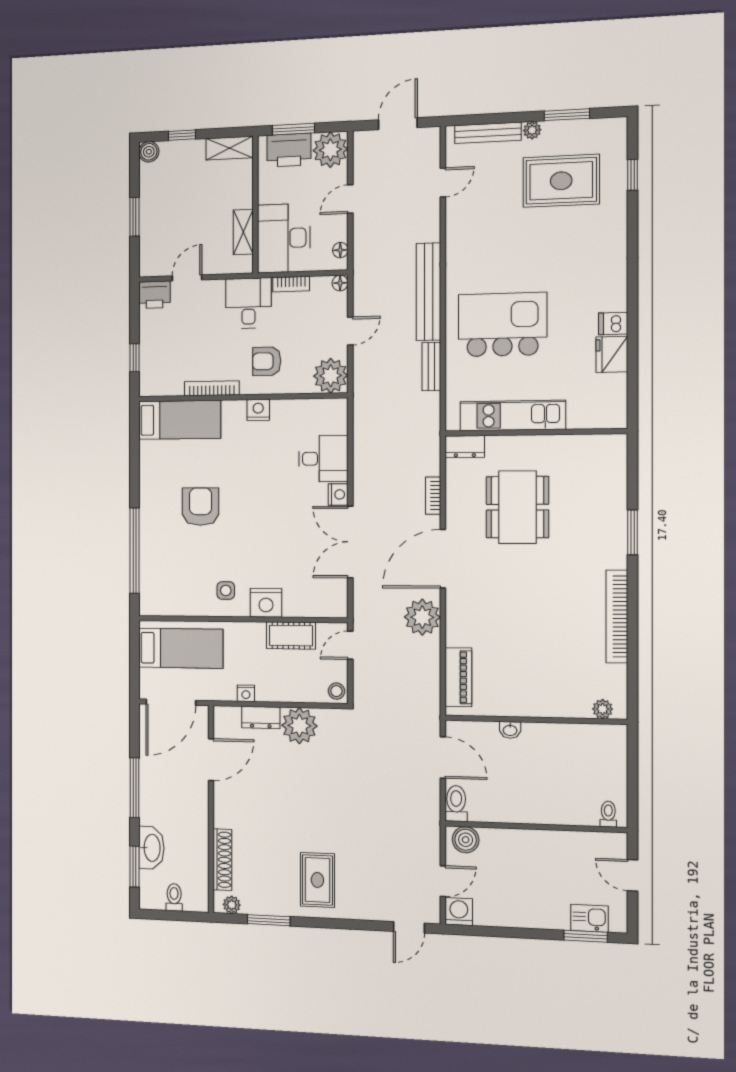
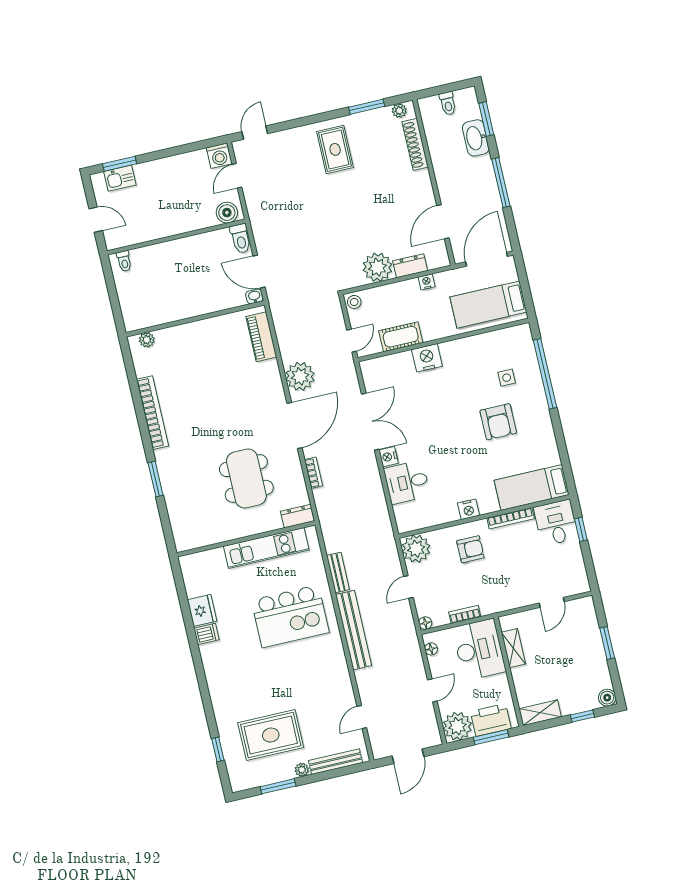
printer: (154, 295) -> (576, 584), removed
desk: (249, 303) -> (556, 523), moved, turned 180
side table: (226, 590) -> (507, 378), moved
washbasin: (510, 730) -> (254, 296), moved

